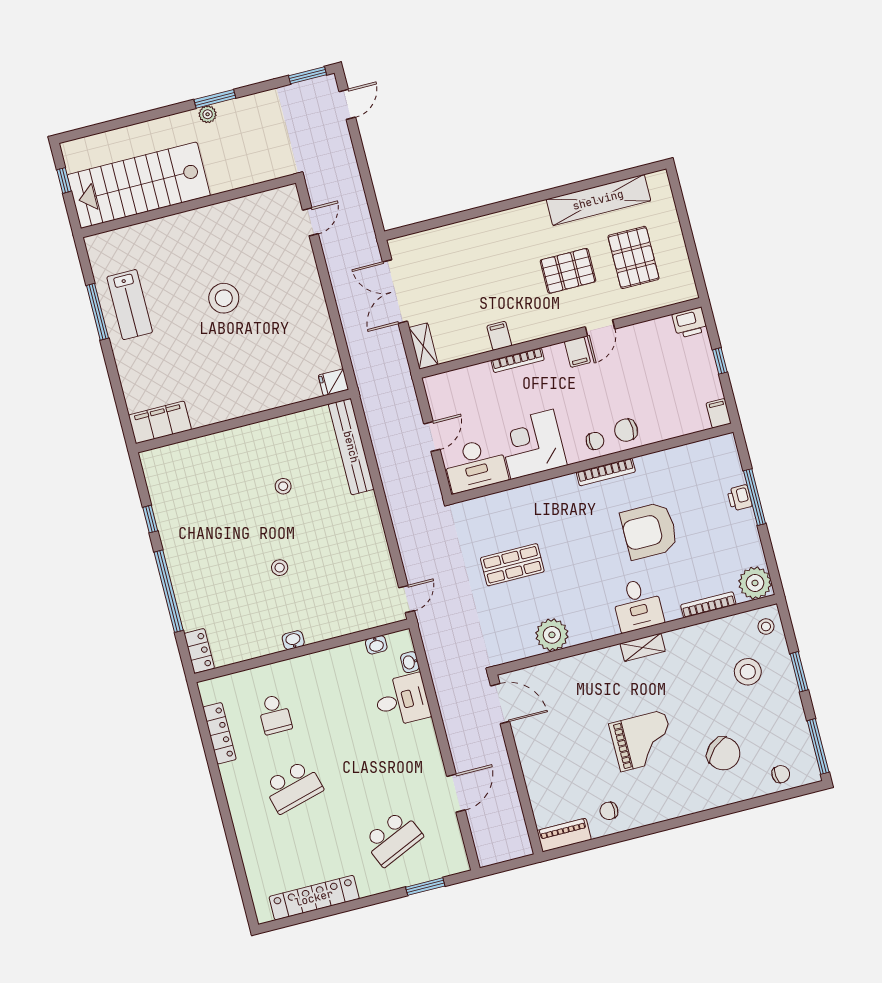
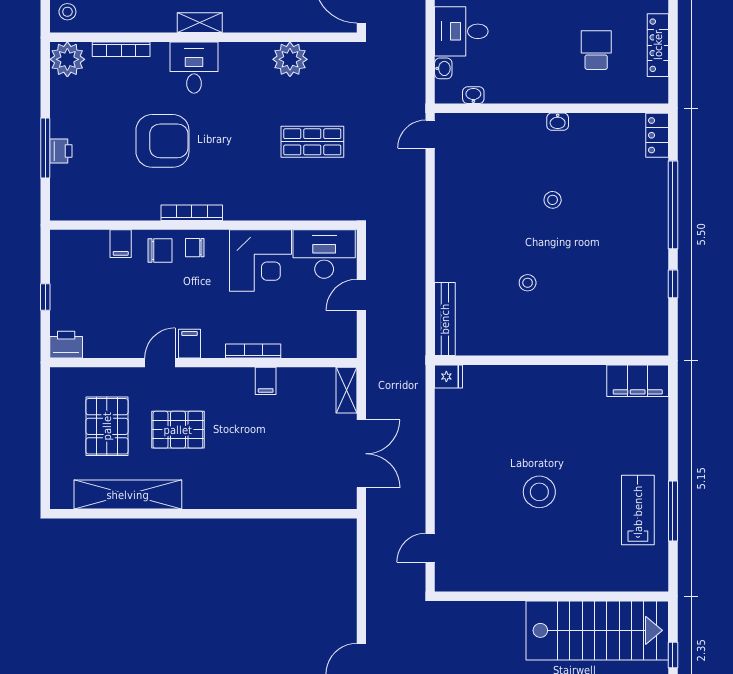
filing cabinet: (719, 413) -> (121, 244), moved
bench: (351, 447) -> (445, 319), width x0.73, depth x0.82

